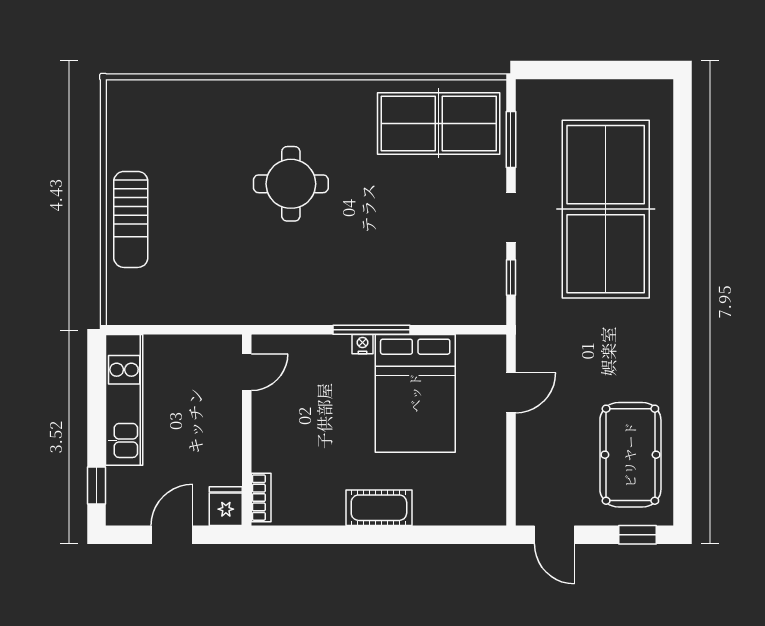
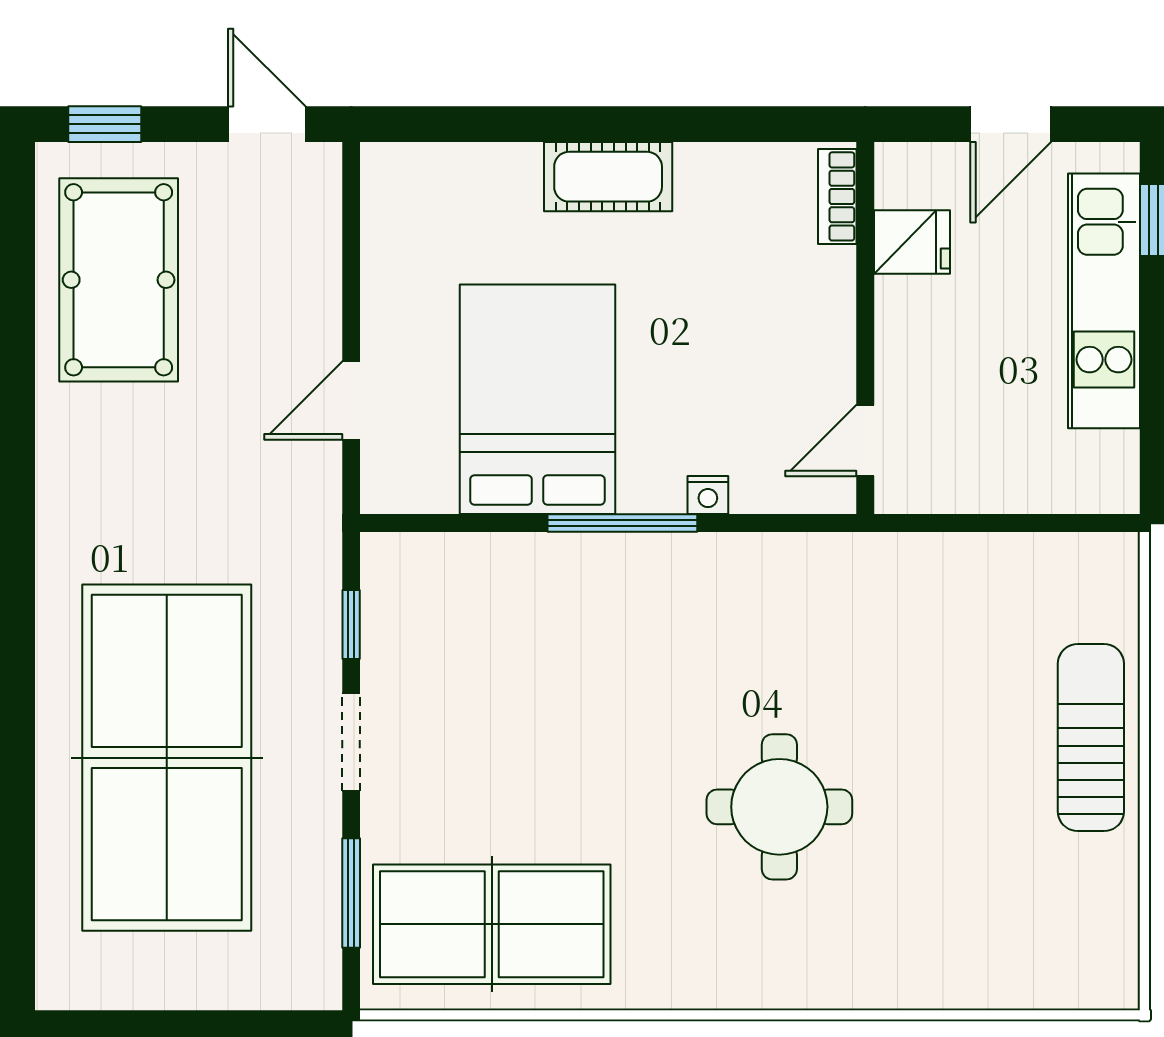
nightstand: (363, 344) -> (708, 495), moved
kitchen unit: (124, 400) -> (1104, 301), moved
fridge: (226, 506) -> (912, 242), moved, turned -90

